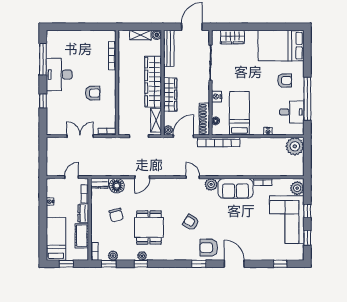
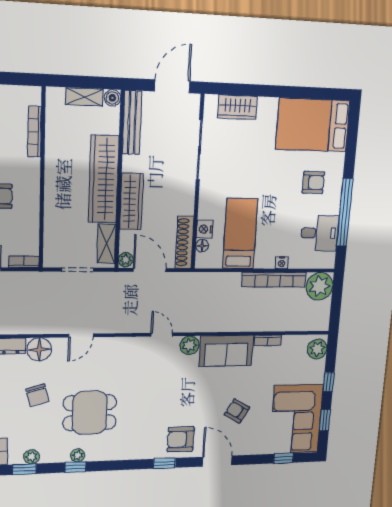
nightstand: (217, 97) -> (205, 229), moved
door: (183, 136) -> (150, 270), hinge flipped
bookcase: (219, 142) -> (274, 280), moved
corner sofa: (287, 220) -> (296, 419), moved
armchair: (191, 222) -> (237, 411), moved
dining table: (149, 227) -> (90, 413), turned 90

